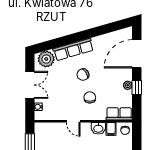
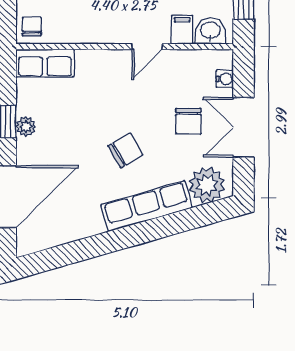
chair: (90, 97) -> (188, 121), moved
door: (73, 121) -> (147, 47), swing flipped
washbasin: (98, 128) -> (210, 31), moved
filing cabinet: (111, 129) -> (182, 30), moved

